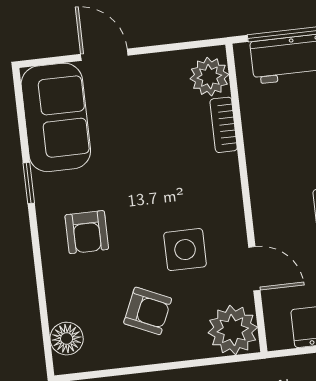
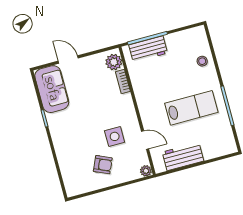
armchair: (87, 232) -> (72, 135), removed
plant: (233, 330) -> (146, 171), width x0.53, depth x0.53
floor lamp: (67, 339) -> (70, 181), removed

